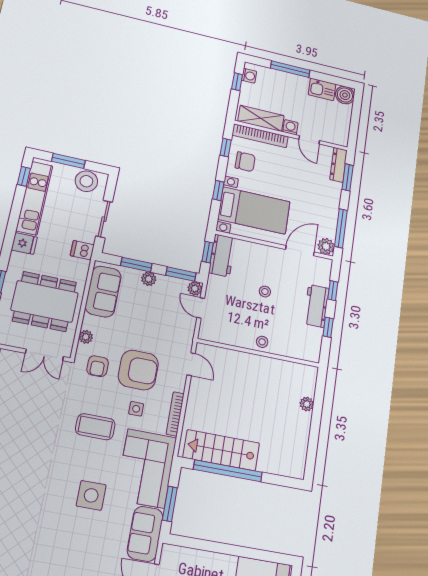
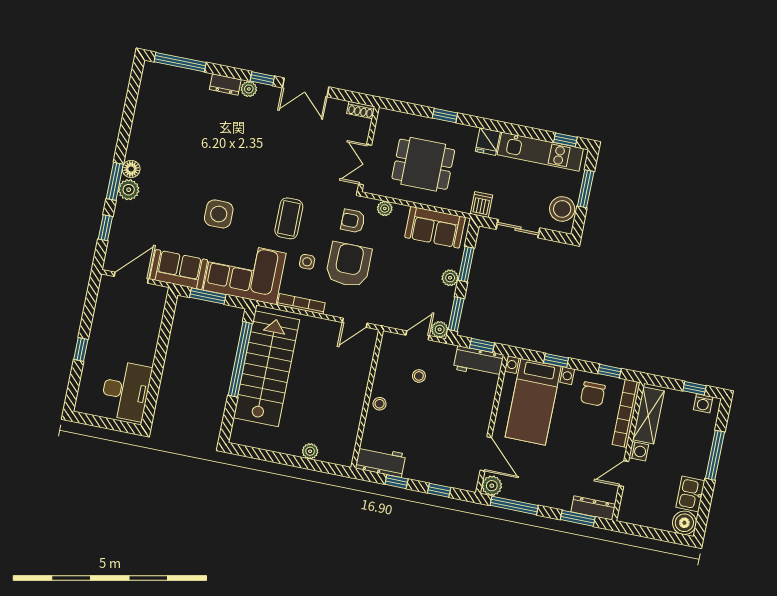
stool: (265, 292) -> (419, 376), moved
dining table: (45, 301) -> (423, 164), width x0.73
workbench: (316, 306) -> (380, 461), moved
armchair: (138, 370) -> (349, 265), turned 180
stairs: (221, 450) -> (266, 369), width x1.36, depth x1.51

